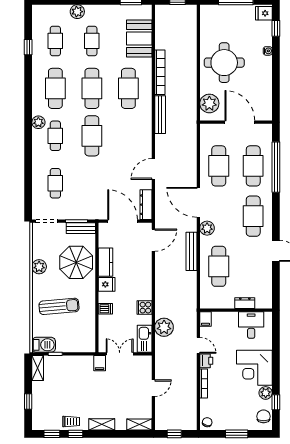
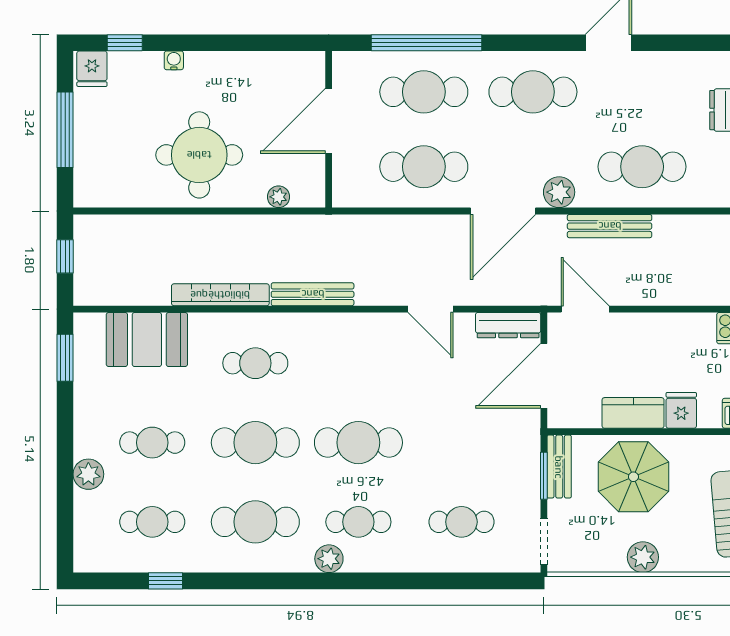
cafe table: (128, 88) -> (255, 363), width x0.73, depth x0.74
plant: (209, 103) -> (279, 197), width x0.53, depth x0.53

